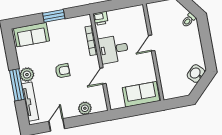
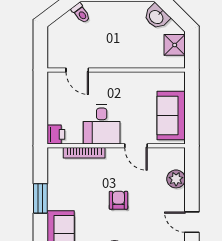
door: (152, 43) -> (77, 70), moved
shower: (178, 90) -> (175, 45), added
sofa: (141, 94) -> (171, 115), moved

